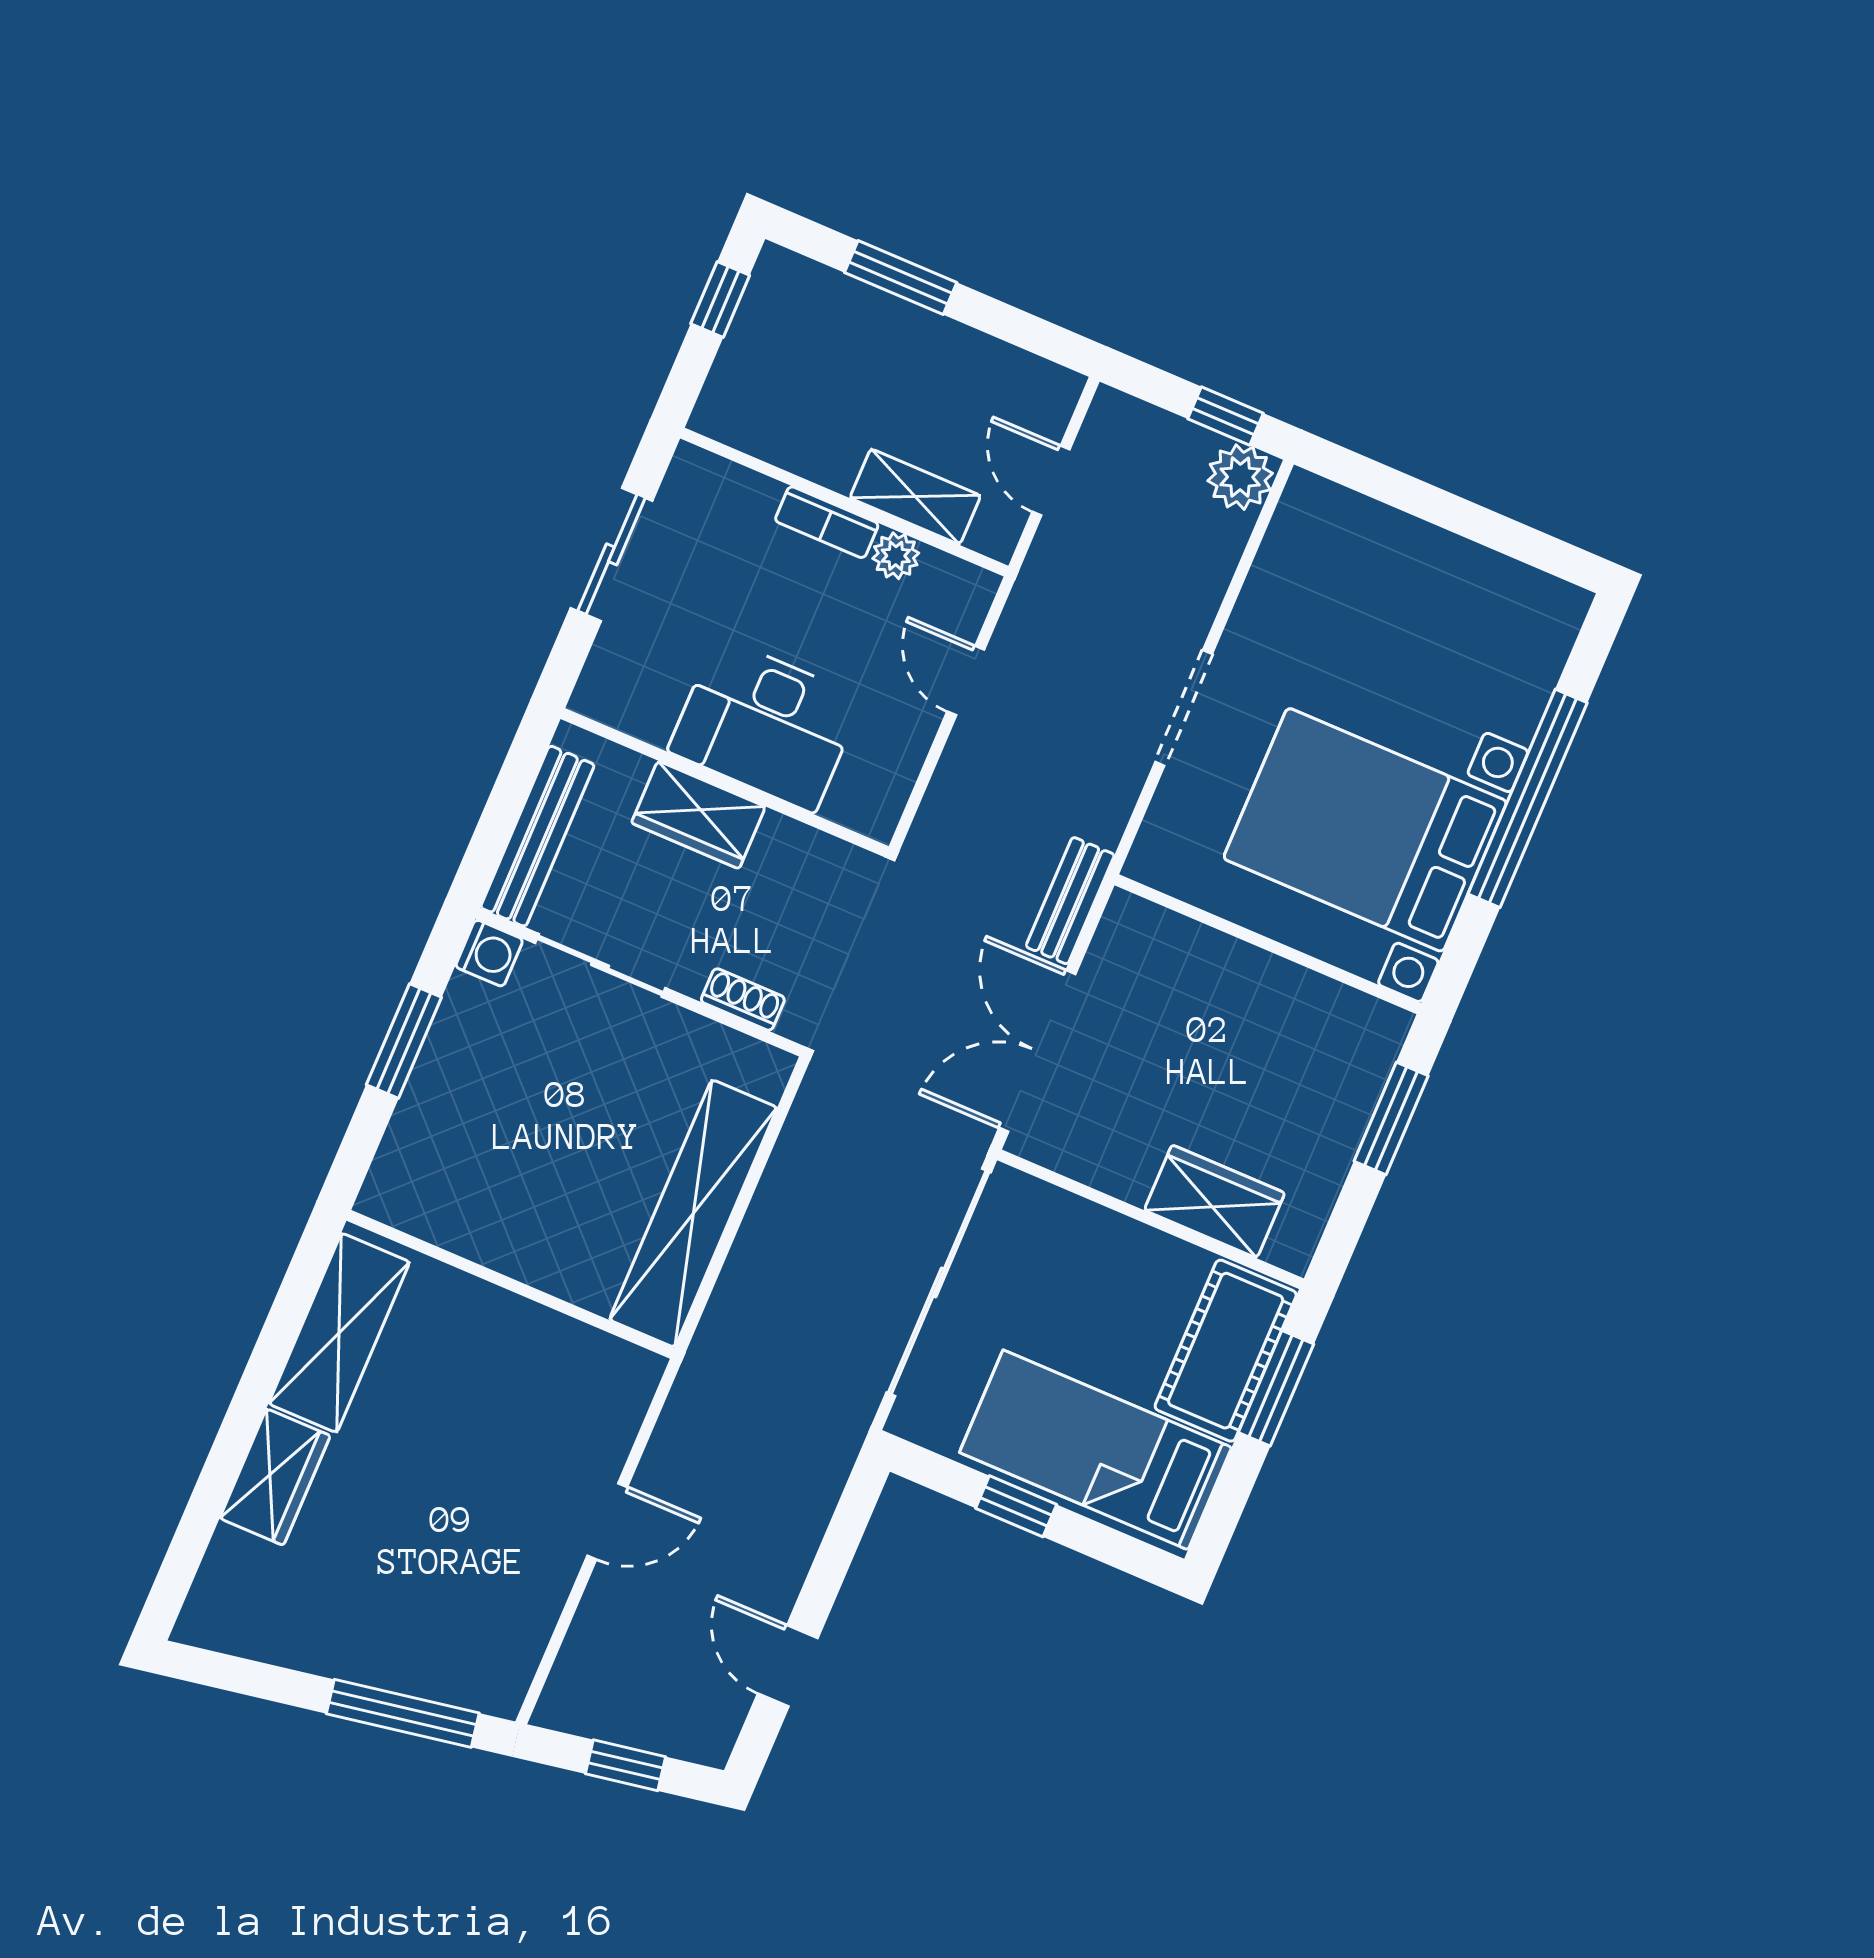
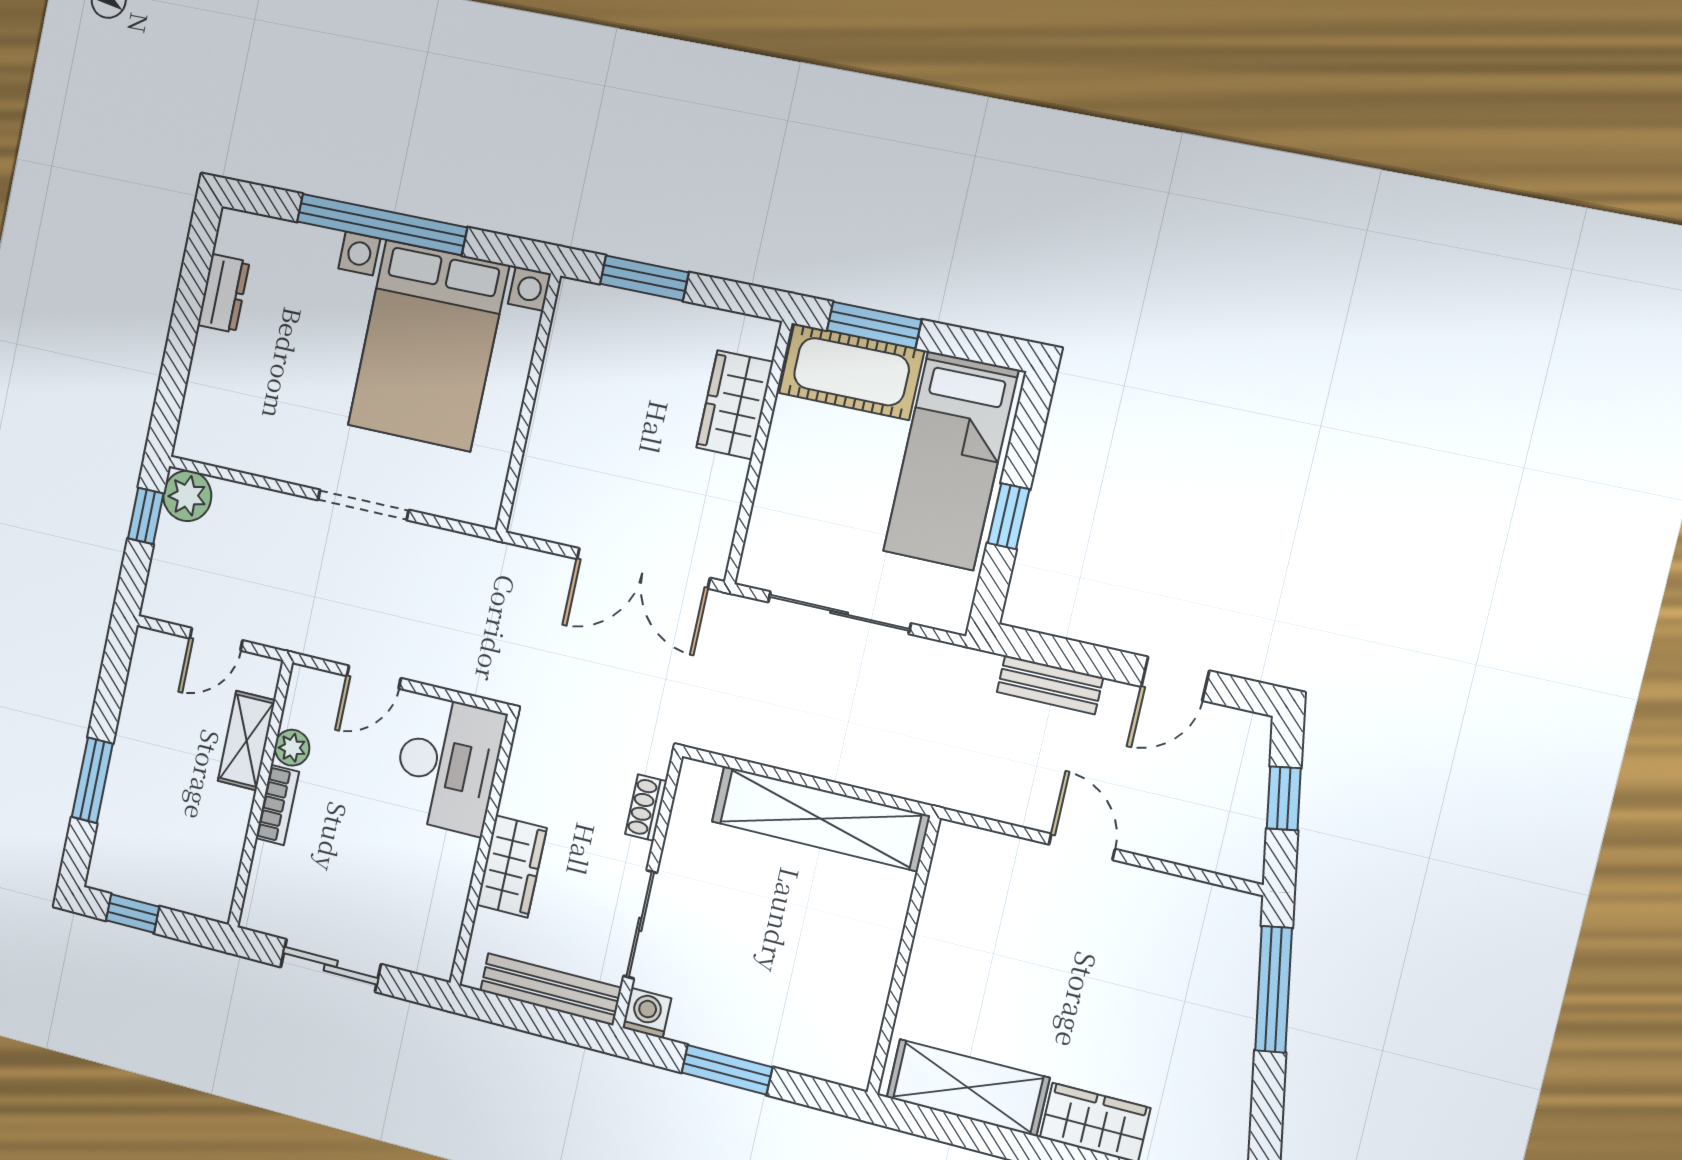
dresser: (1486, 575) -> (224, 293), added
desk: (765, 725) -> (448, 765), moved
bench: (1070, 901) -> (1050, 685), moved
sliding door: (939, 1282) -> (839, 613), width x0.73

